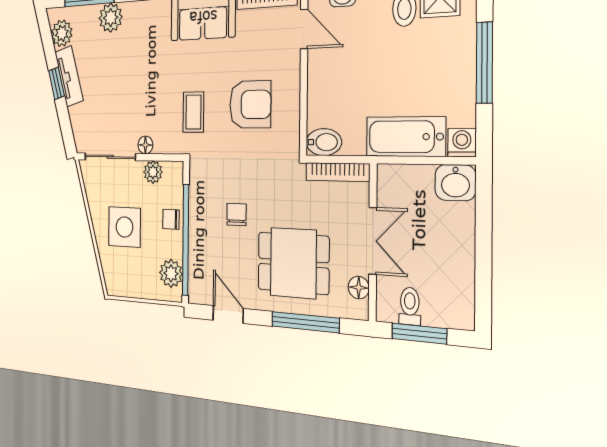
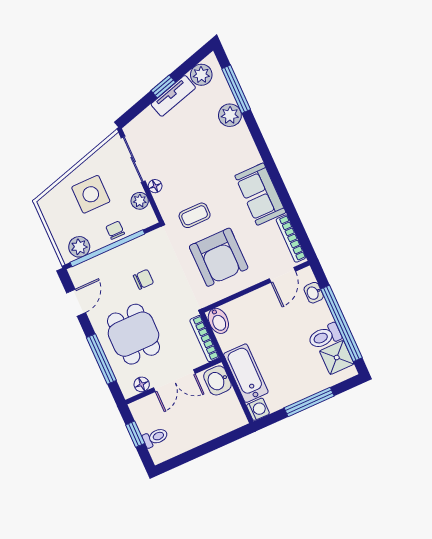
armchair: (250, 104) -> (219, 257), width x1.36, depth x1.36
washbasin: (455, 183) -> (217, 380), moved
toilet: (410, 306) -> (155, 437), moved
window: (419, 334) -> (135, 434), width x0.67

